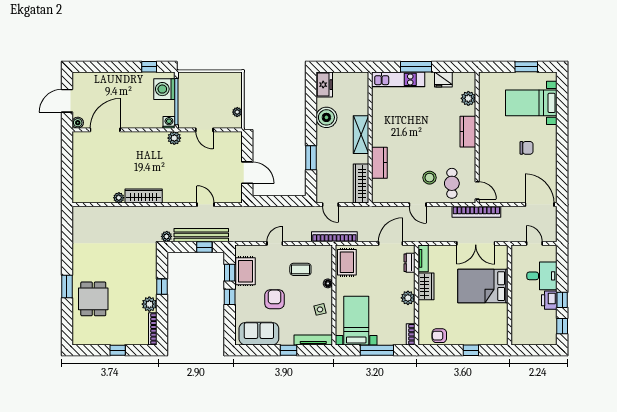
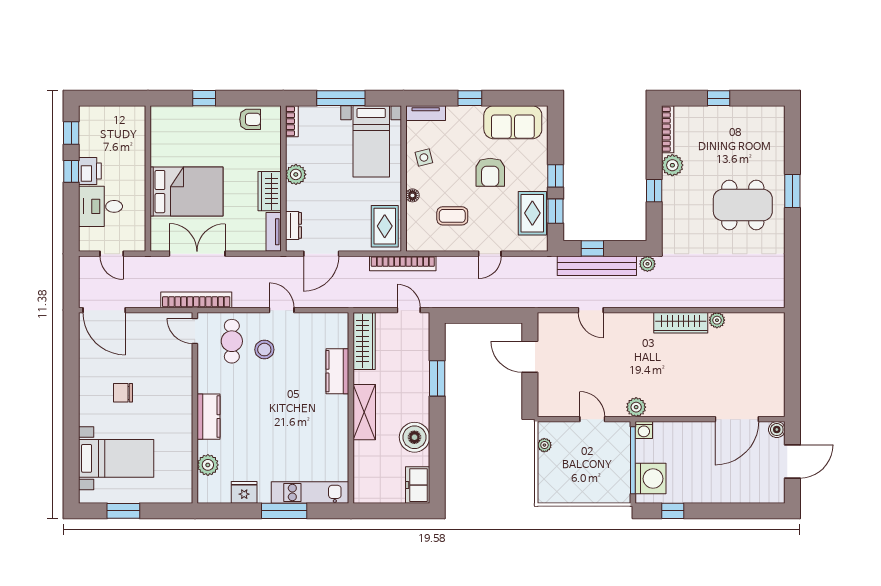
dining table: (93, 299) -> (743, 205), moved, width x1.38
tv unit: (313, 340) -> (426, 113), width x0.71

